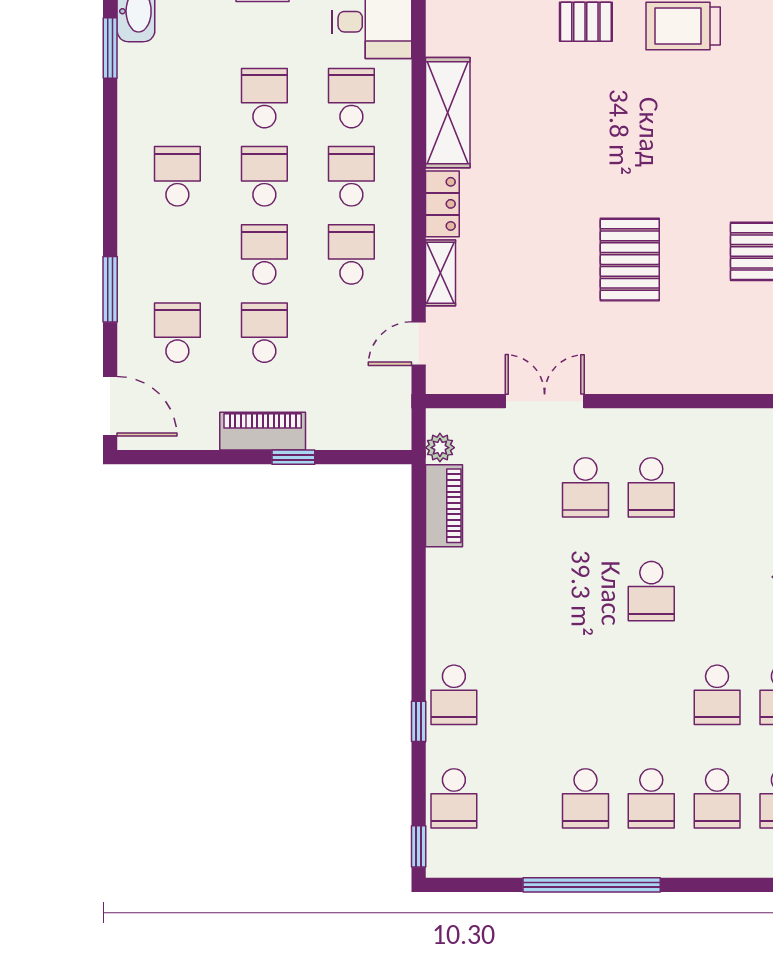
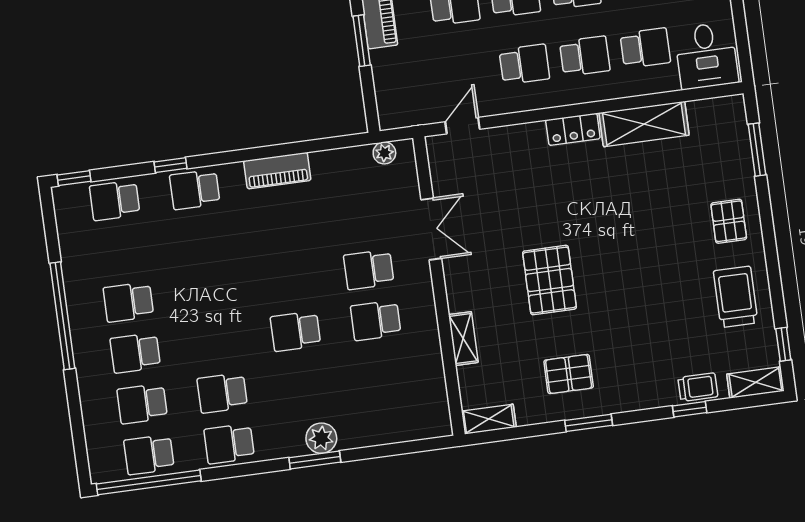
pallet: (630, 260) -> (550, 280), turned 90
shelving: (440, 273) -> (463, 339), moved, turned 90
door: (419, 344) -> (462, 126), hinge flipped
window: (293, 457) -> (362, 41), width x1.50
piano: (444, 506) -> (277, 171), moved

